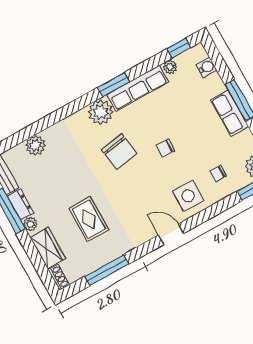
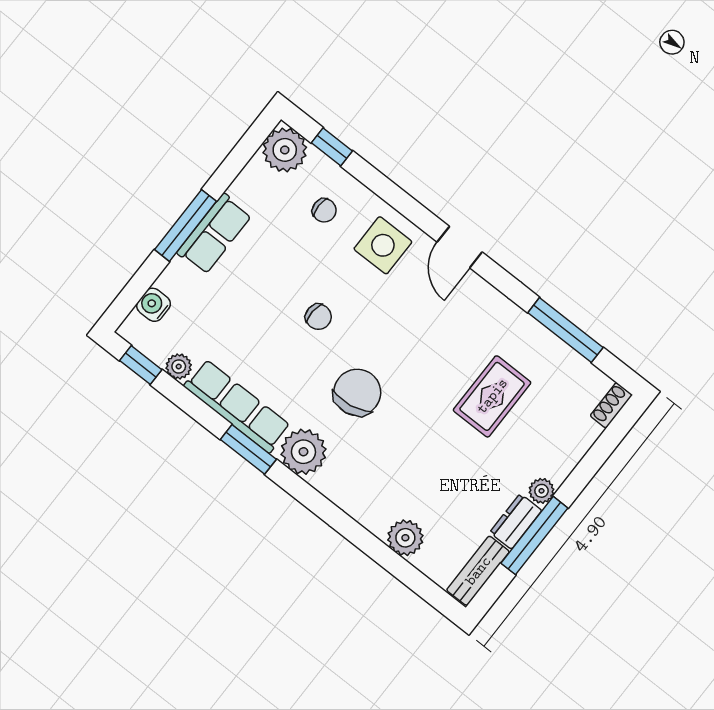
wardrobe: (48, 248) -> (569, 445), removed

